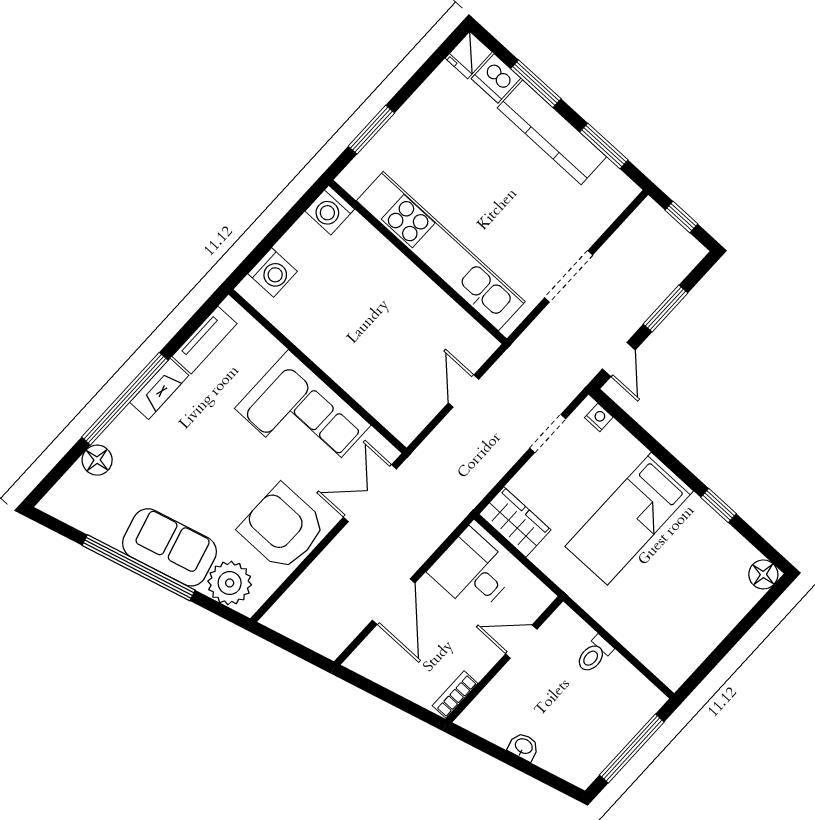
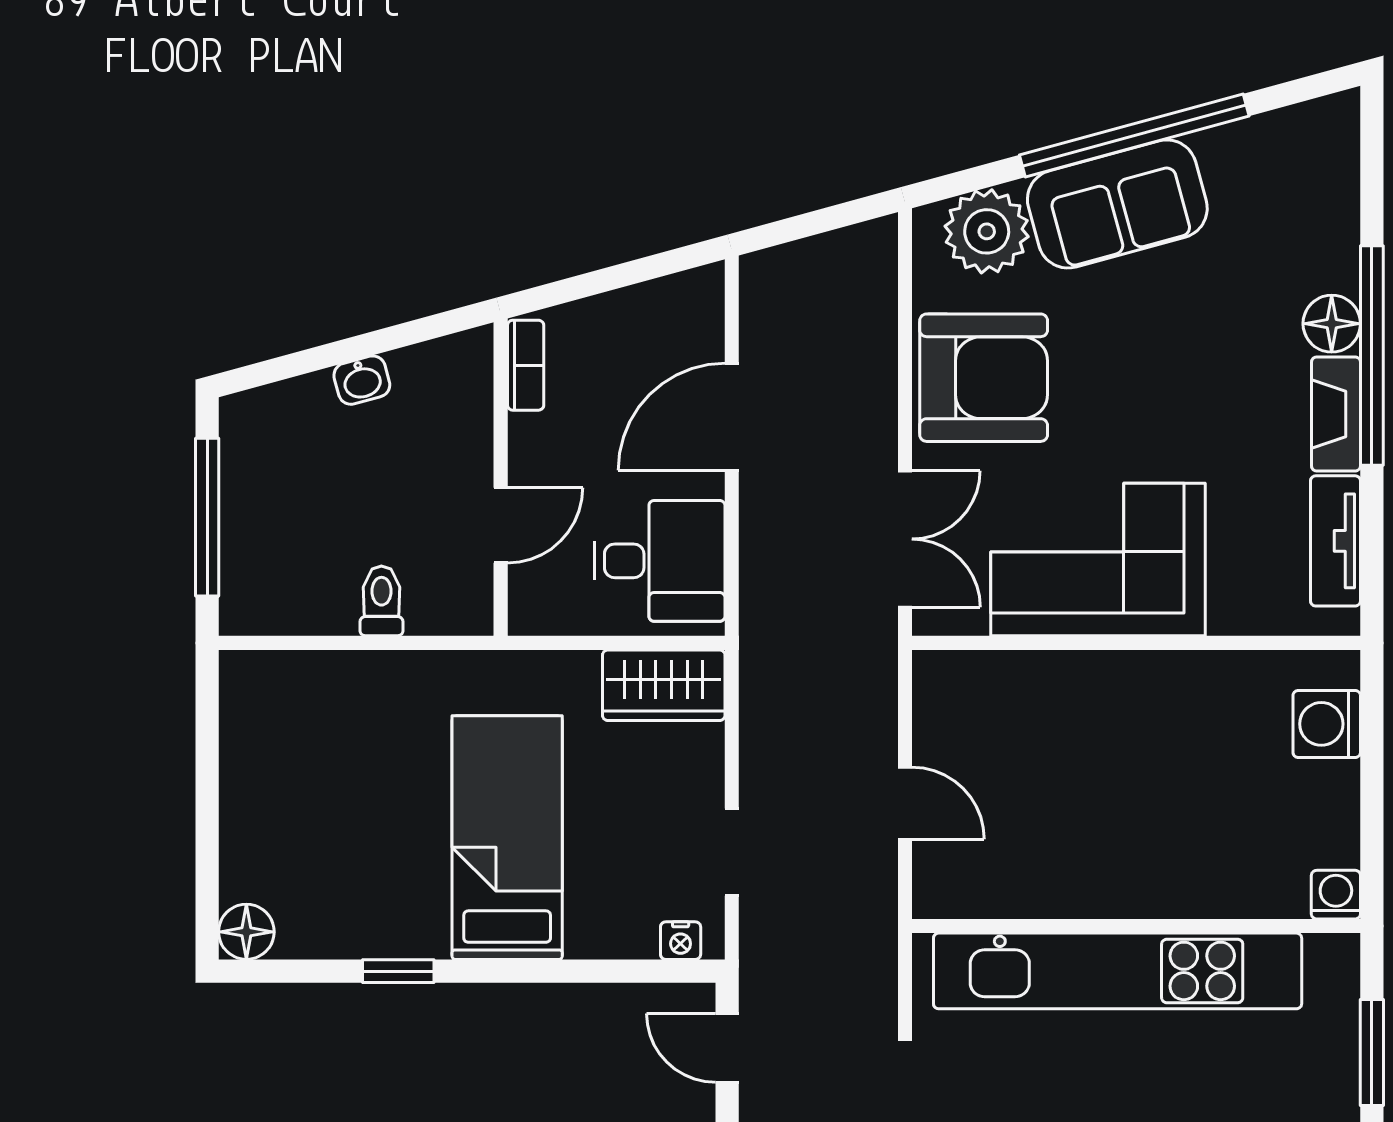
washing machine: (330, 210) -> (1336, 895), width x0.73, depth x0.73
floor lamp: (97, 460) -> (1332, 324), moved
door: (394, 602) -> (732, 417), hinge flipped

